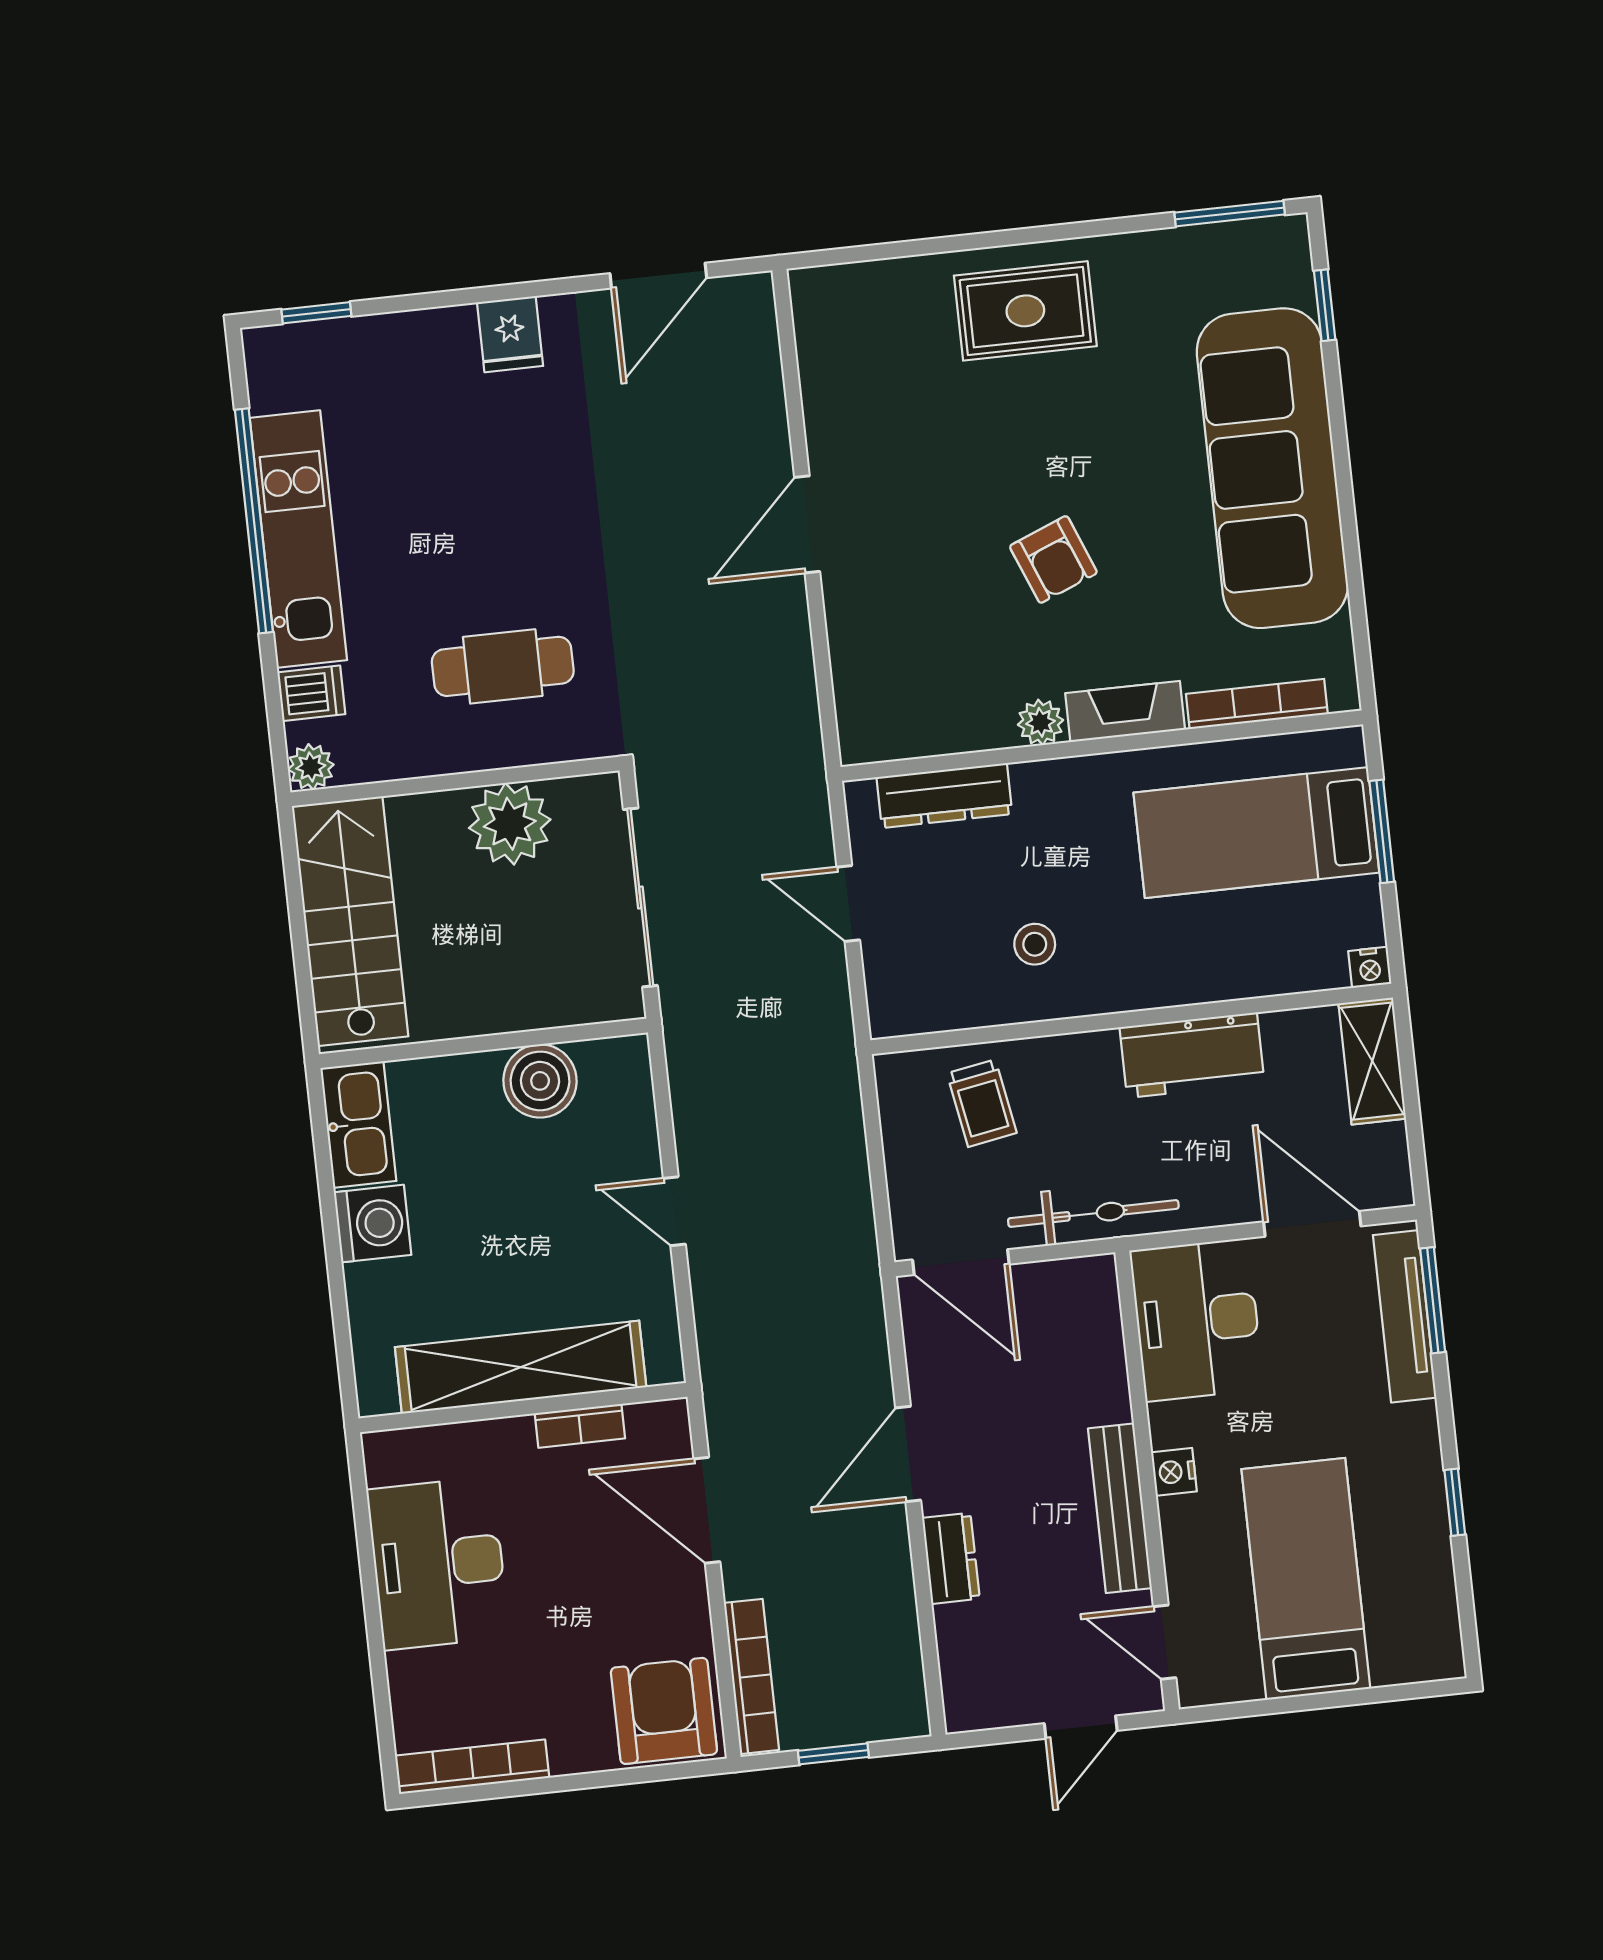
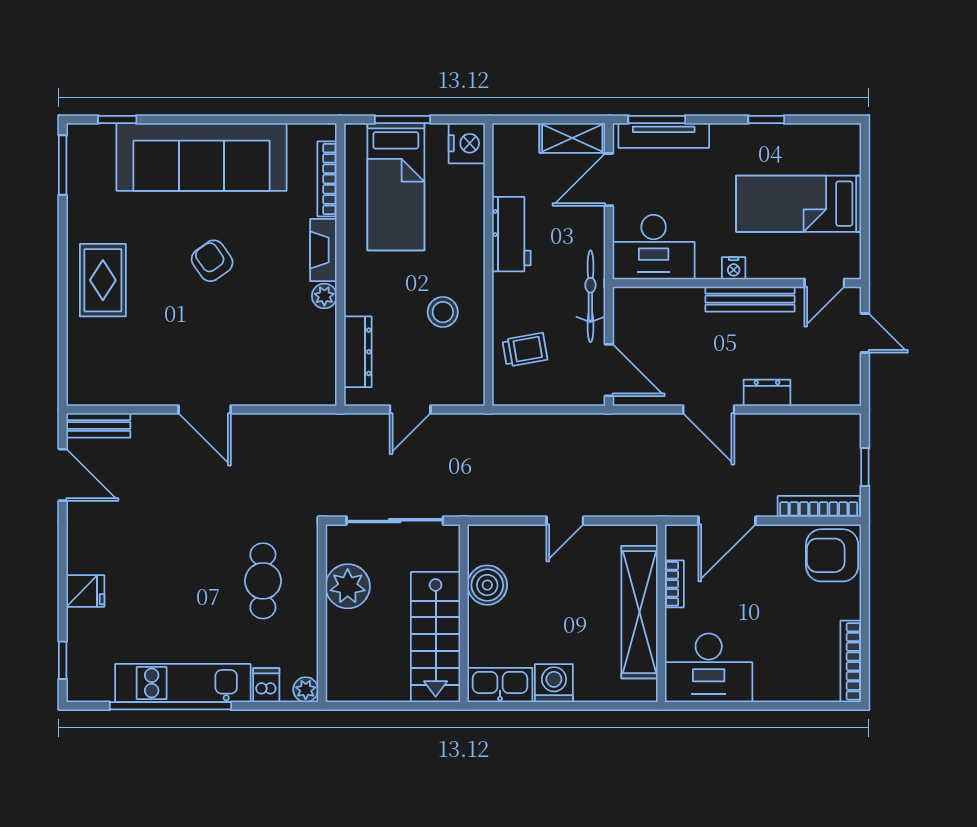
bench: (756, 332) -> (98, 425), added
fridge: (510, 334) -> (85, 591), moved
armchair: (1053, 559) -> (212, 261), moved, turned -103
stairs: (350, 921) -> (436, 637), moved, turned -90
stool: (1035, 944) -> (443, 312), width x1.37, depth x1.37
nightstand: (1370, 967) -> (467, 143), width x1.89, depth x1.79
shelving: (1372, 1061) -> (572, 138), moved
door: (961, 1262) -> (609, 370), hinge flipped
desk: (438, 1563) -> (709, 668), moved

